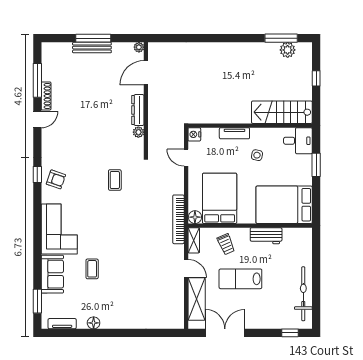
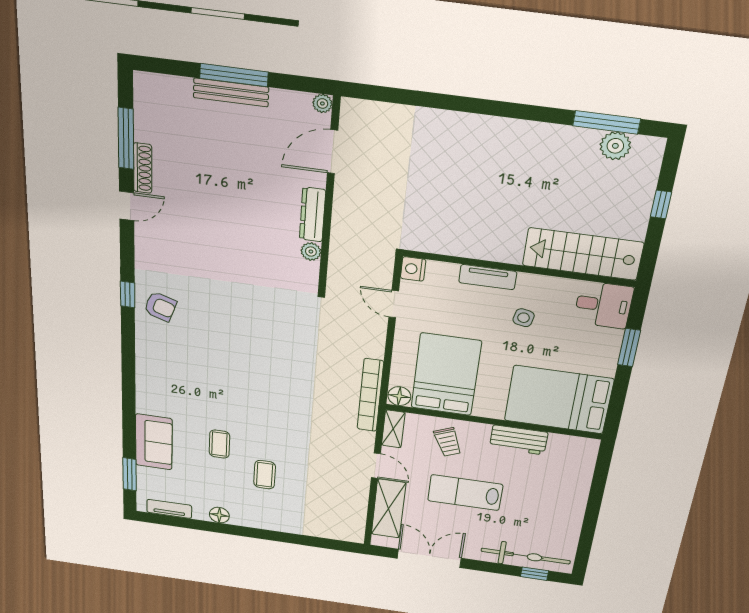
coffee table: (115, 180) -> (265, 475), moved
corner sofa: (59, 229) -> (165, 381), removed
bicycle: (303, 294) -> (526, 556), moved, turned 90

